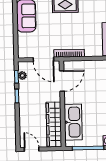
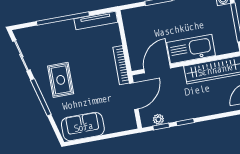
door: (62, 81) -> (157, 69), hinge flipped
kitchen sink: (73, 122) -> (191, 49), moved

